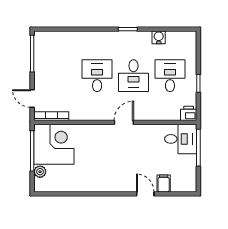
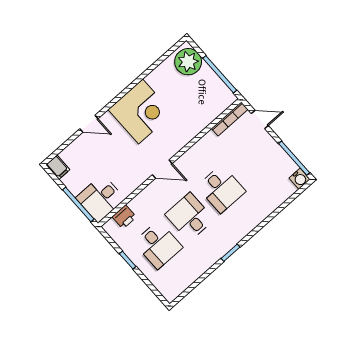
water cooler: (159, 37) -> (300, 179), moved
printer: (189, 113) -> (124, 217), moved
door: (124, 122) -> (162, 169), hinge flipped
corner desk: (54, 144) -> (141, 111), moved, turned -90
plant: (40, 172) -> (188, 62), width x1.88, depth x1.88
filing cabinet: (164, 184) -> (58, 167), moved

